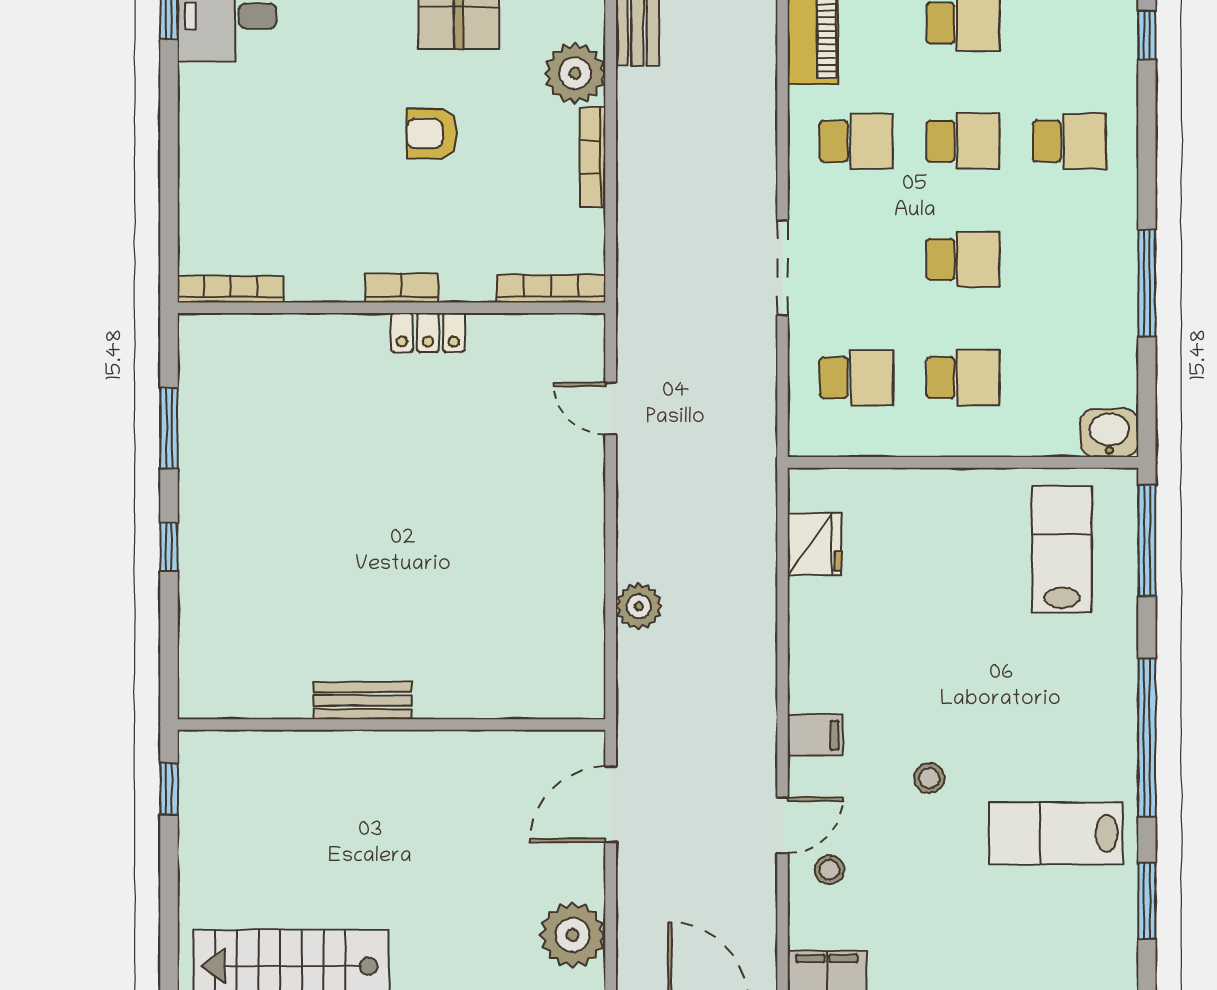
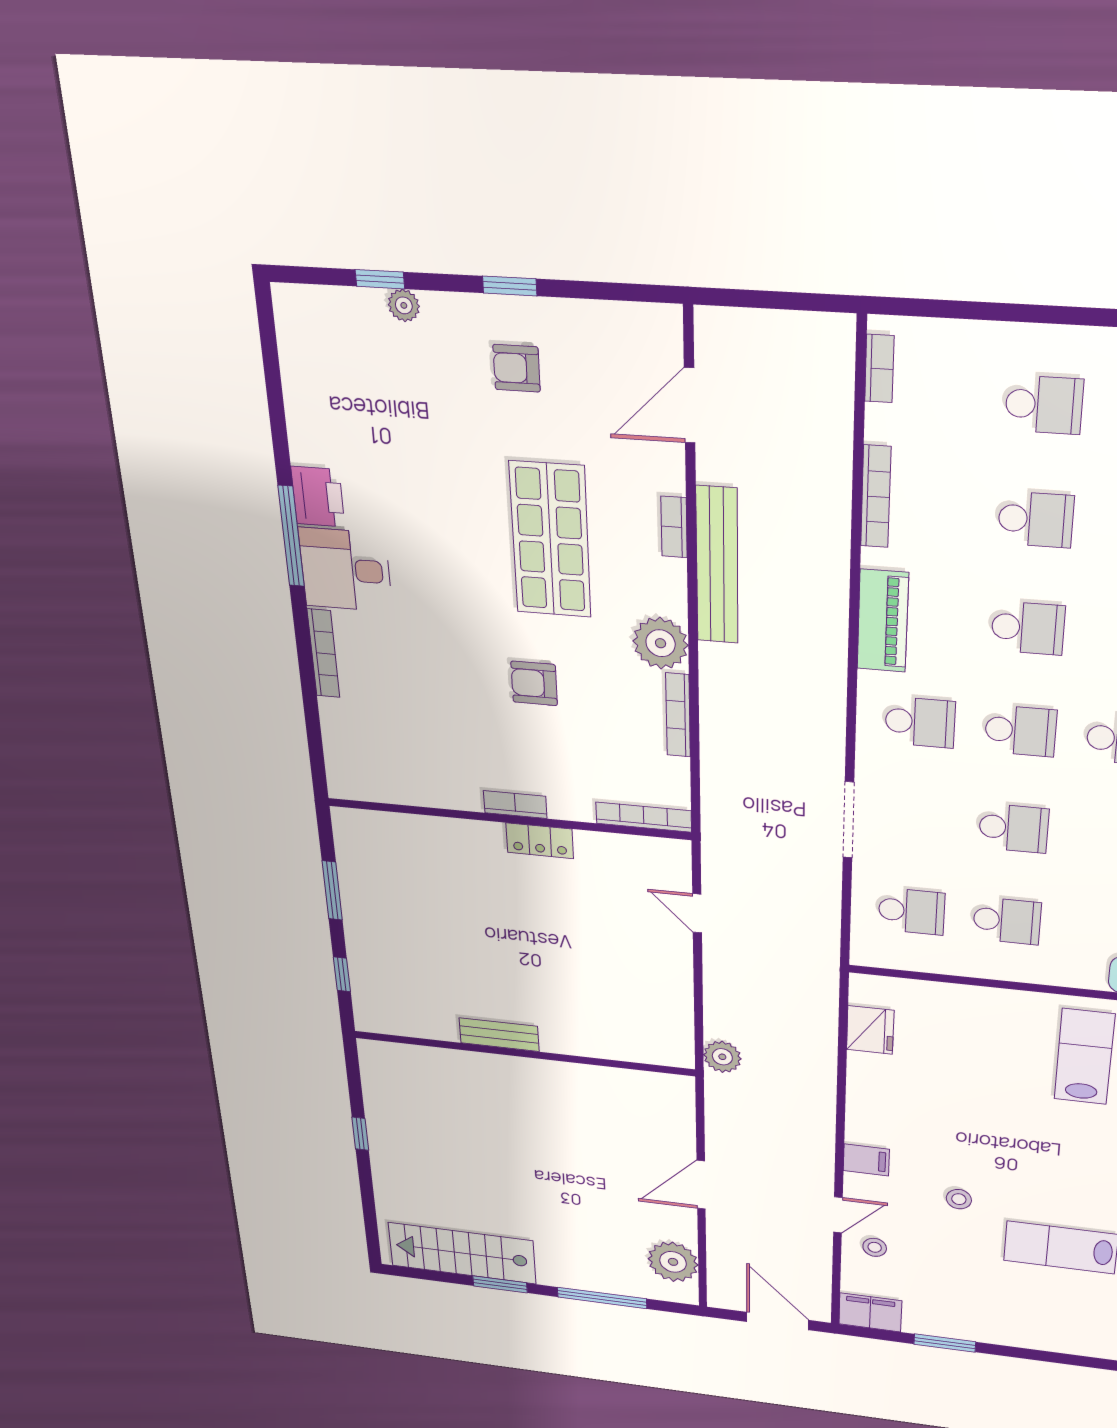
bookcase: (230, 289) -> (323, 653), moved, turned 90
bench: (363, 701) -> (499, 1035), moved
wall: (392, 724) -> (523, 1053), moved

